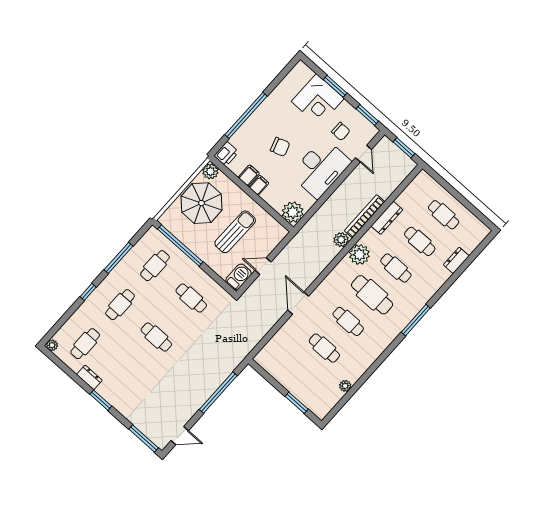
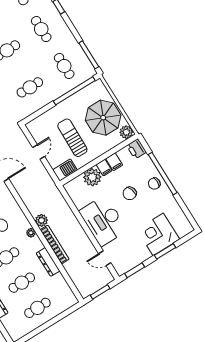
chair: (341, 131) -> (154, 184), moved
plant: (293, 212) -> (92, 177), moved
sun lounger: (235, 232) -> (72, 138), turned 180
plant: (359, 254) -> (31, 233), width x0.53, depth x0.53
window: (119, 258) -> (89, 55), moved
barbecue: (238, 277) -> (65, 170), moved, turned -90

